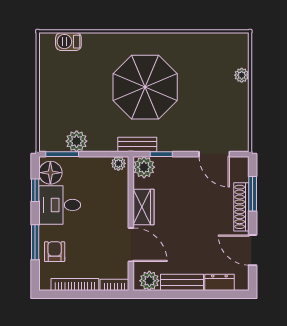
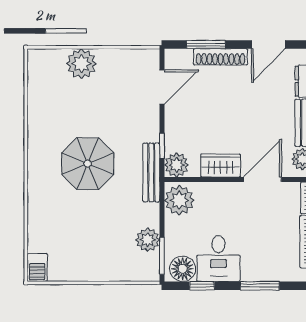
barbecue: (68, 42) -> (37, 267), moved
plant: (242, 75) -> (81, 64), width x1.88, depth x1.88
parasol: (145, 87) -> (88, 164), width x0.73, depth x0.73
bench: (137, 144) -> (151, 172), width x1.36
plant: (118, 163) -> (179, 200), width x1.87, depth x1.87
armchair: (55, 252) -> (270, 264), removed

